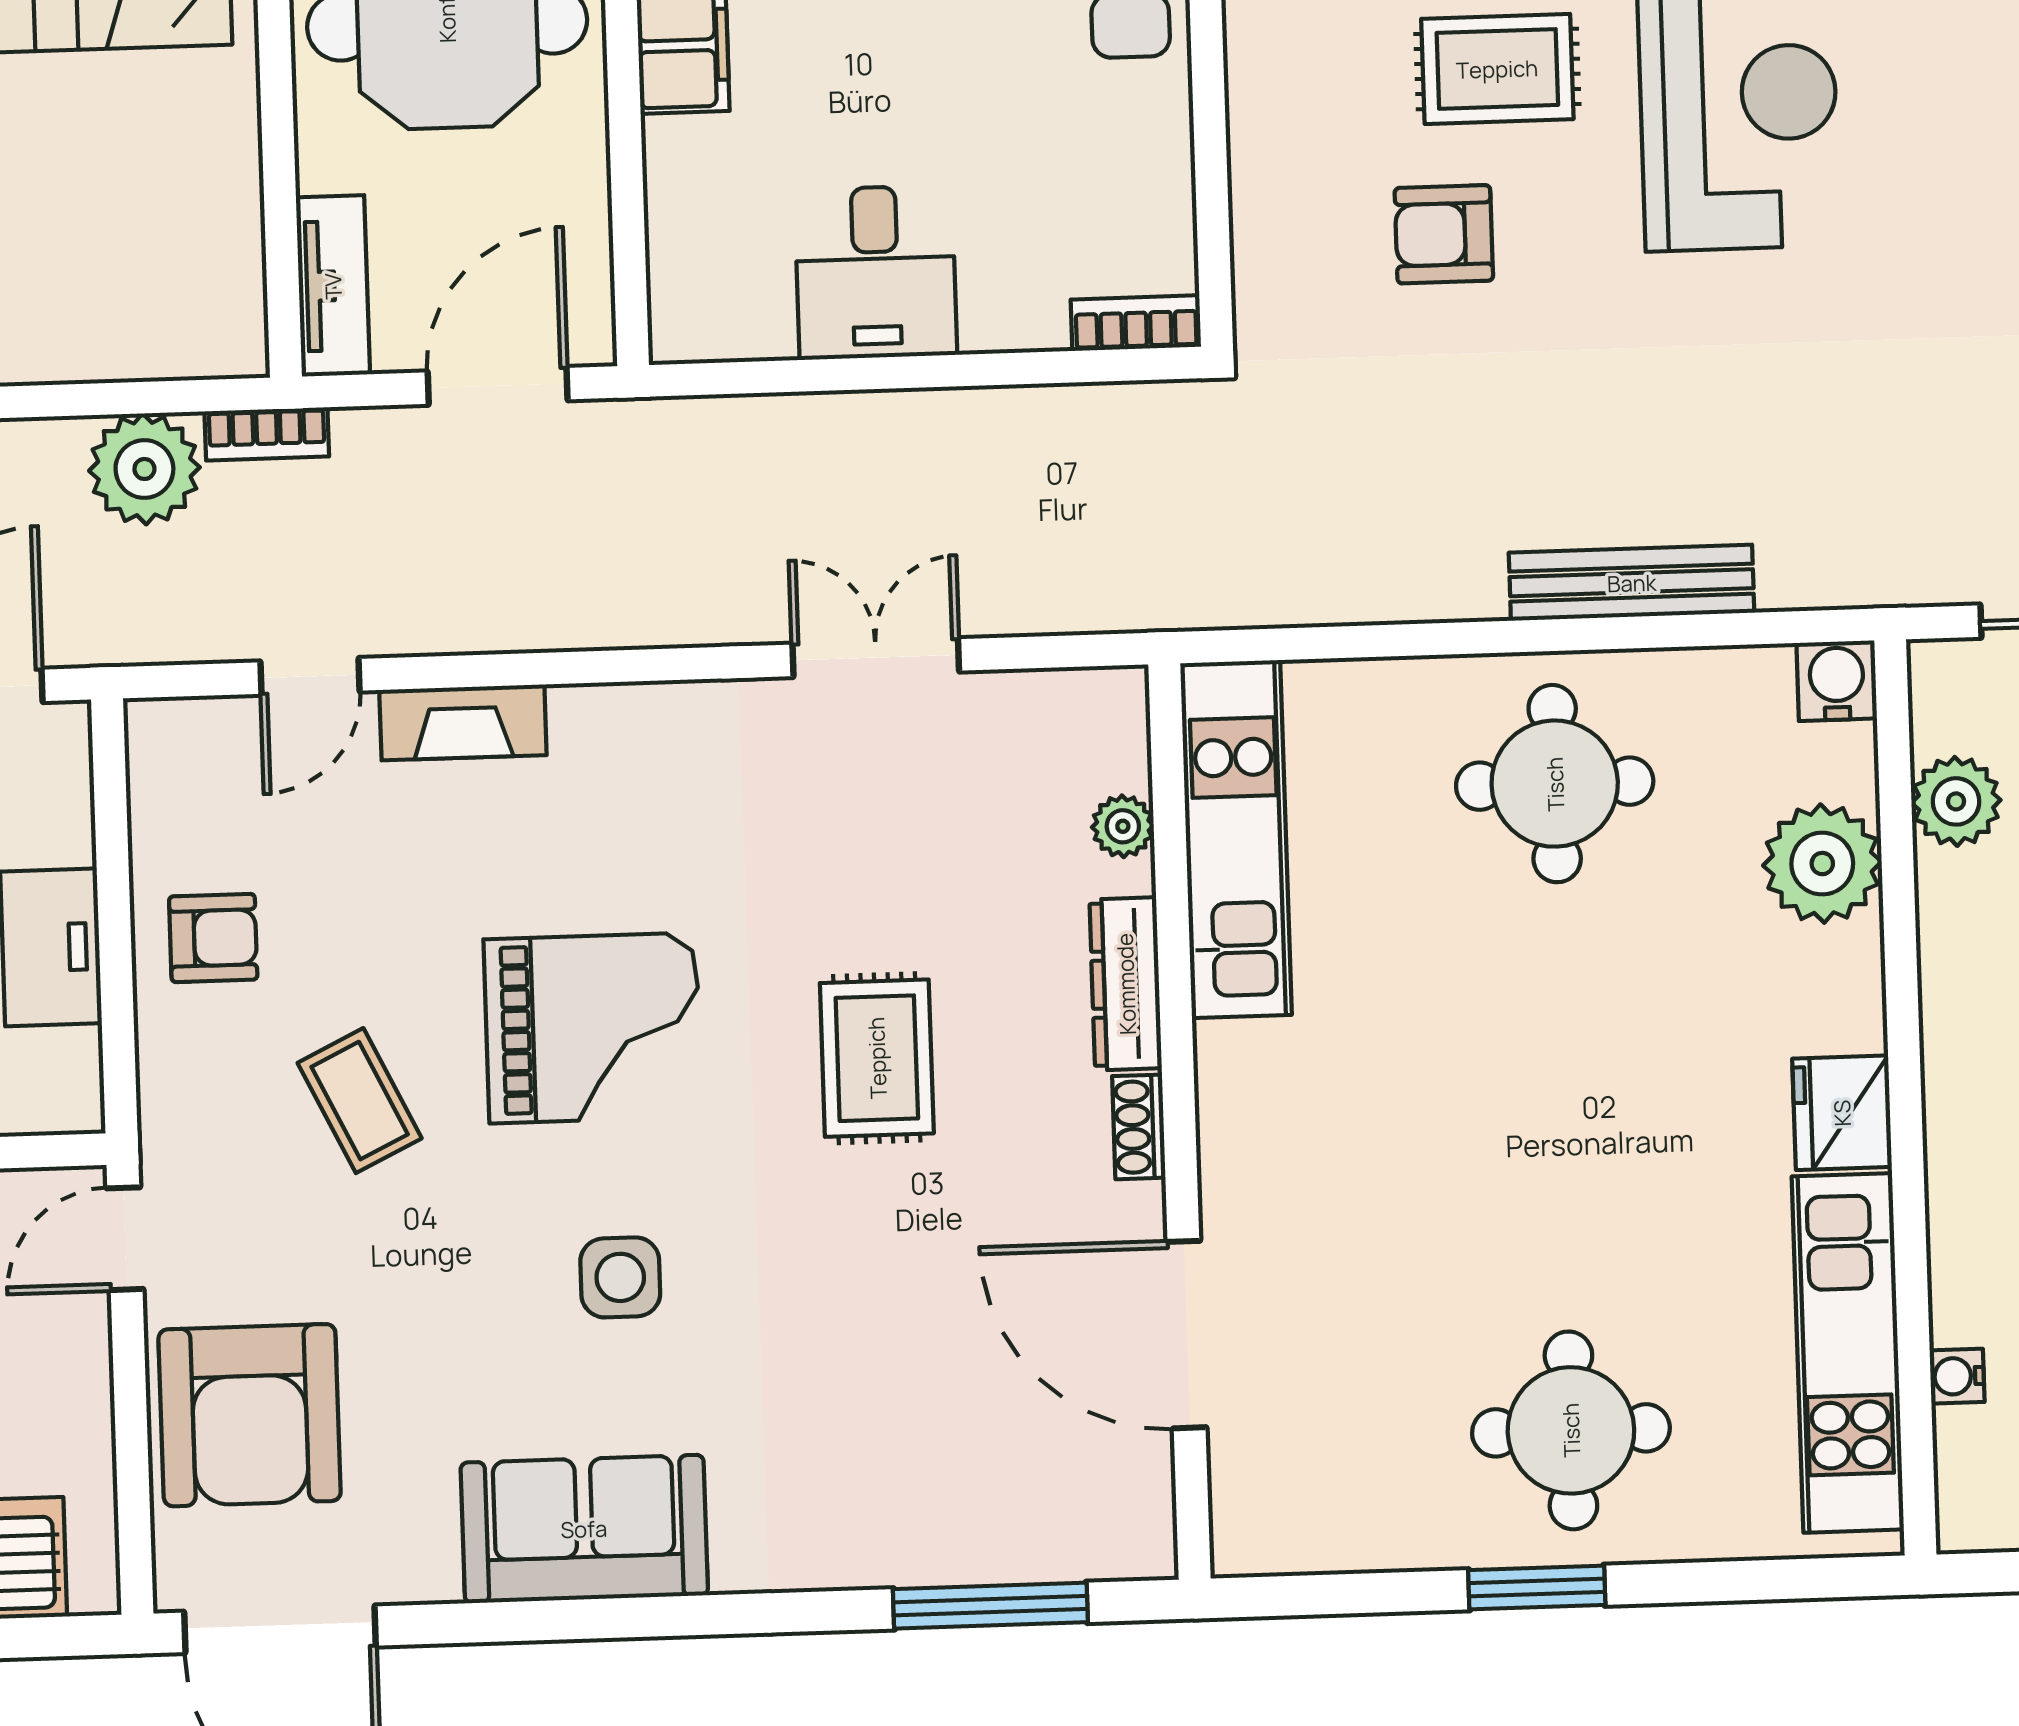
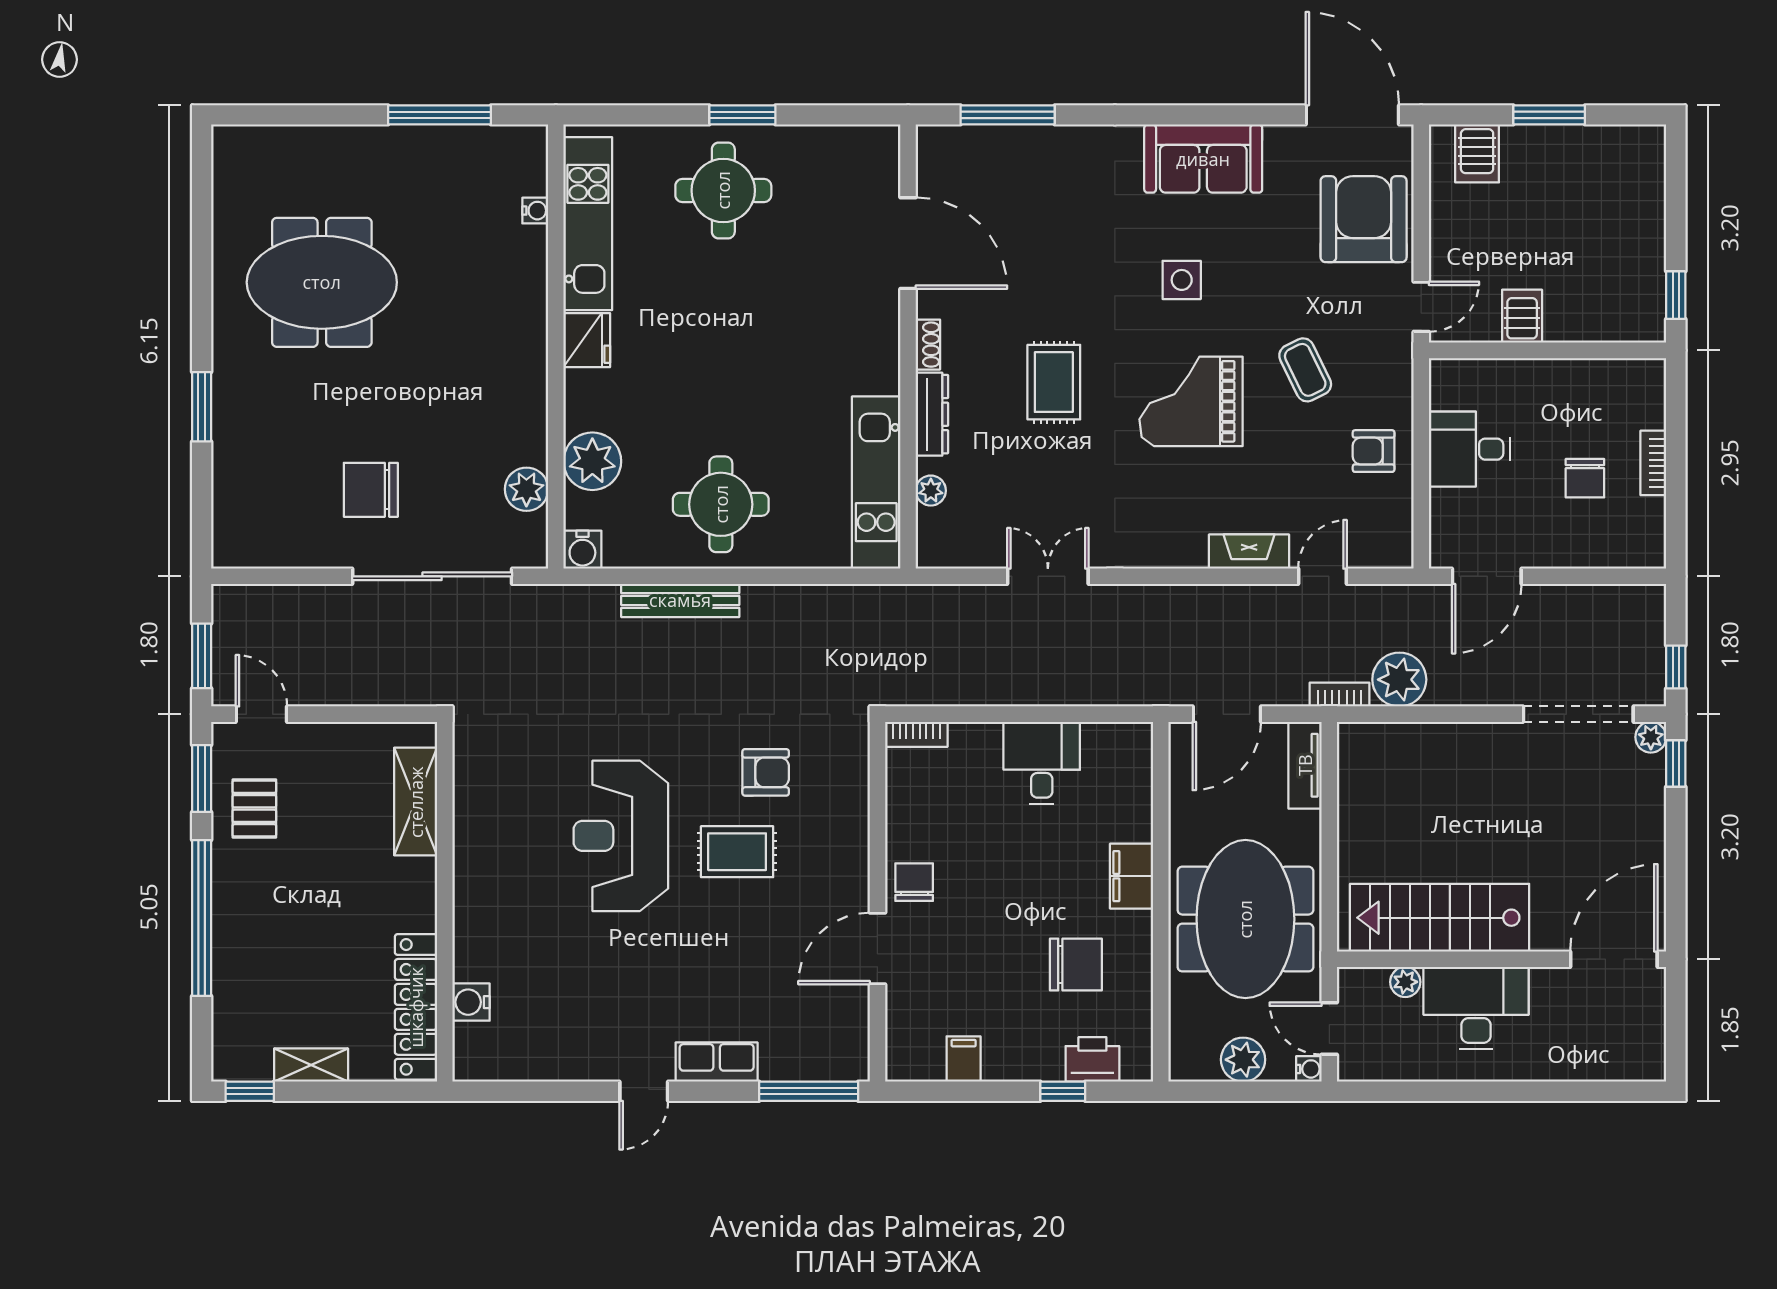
double door: (876, 658) -> (1048, 576), swing flipped

